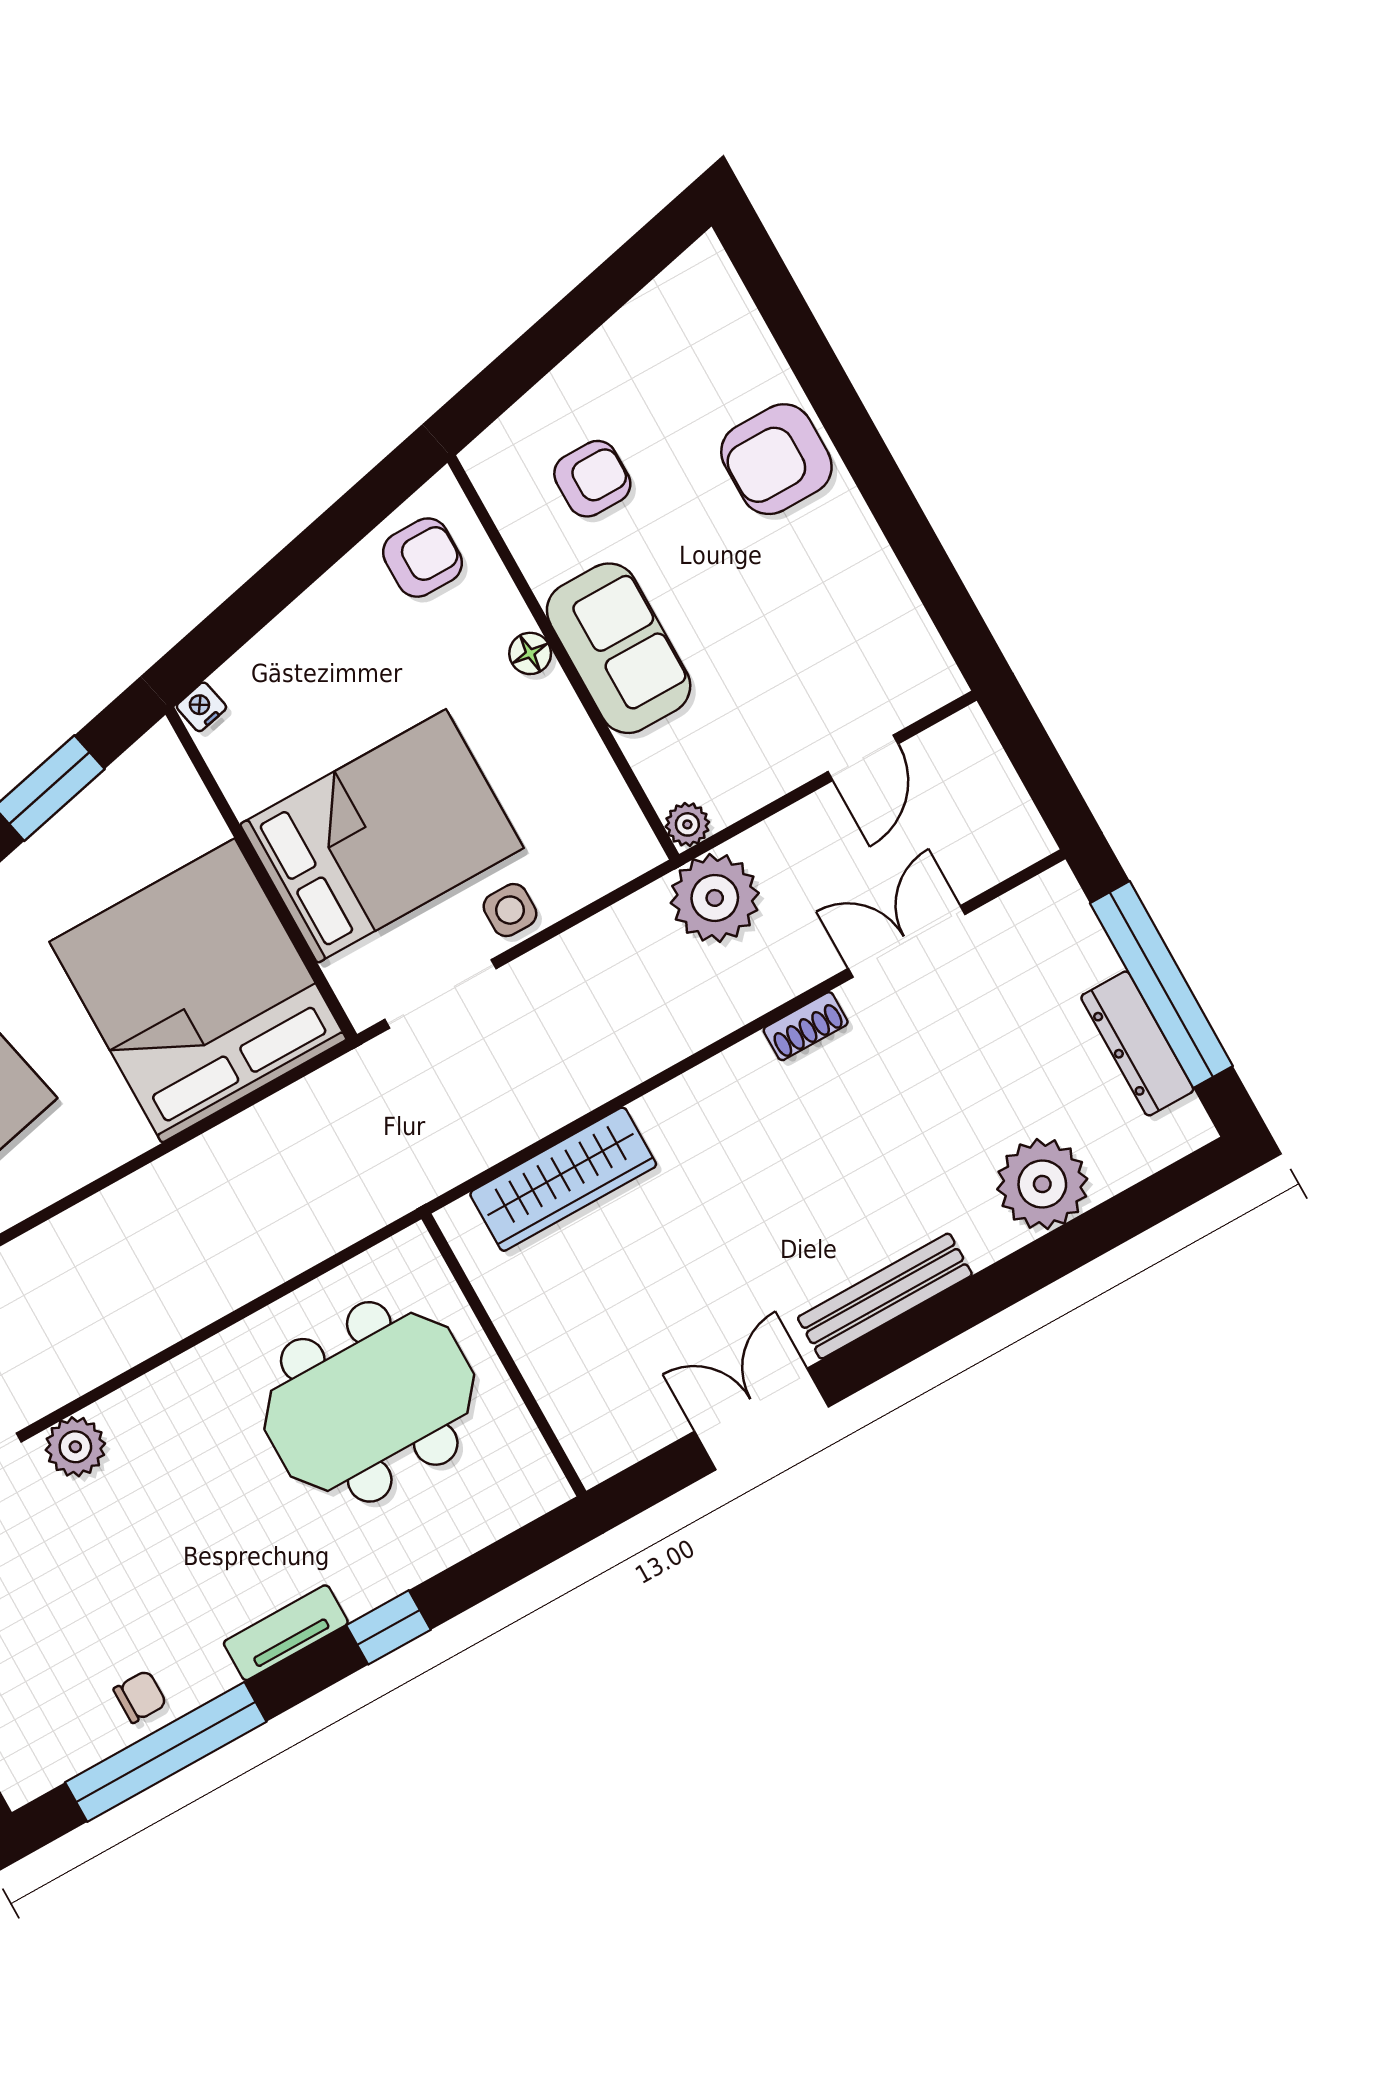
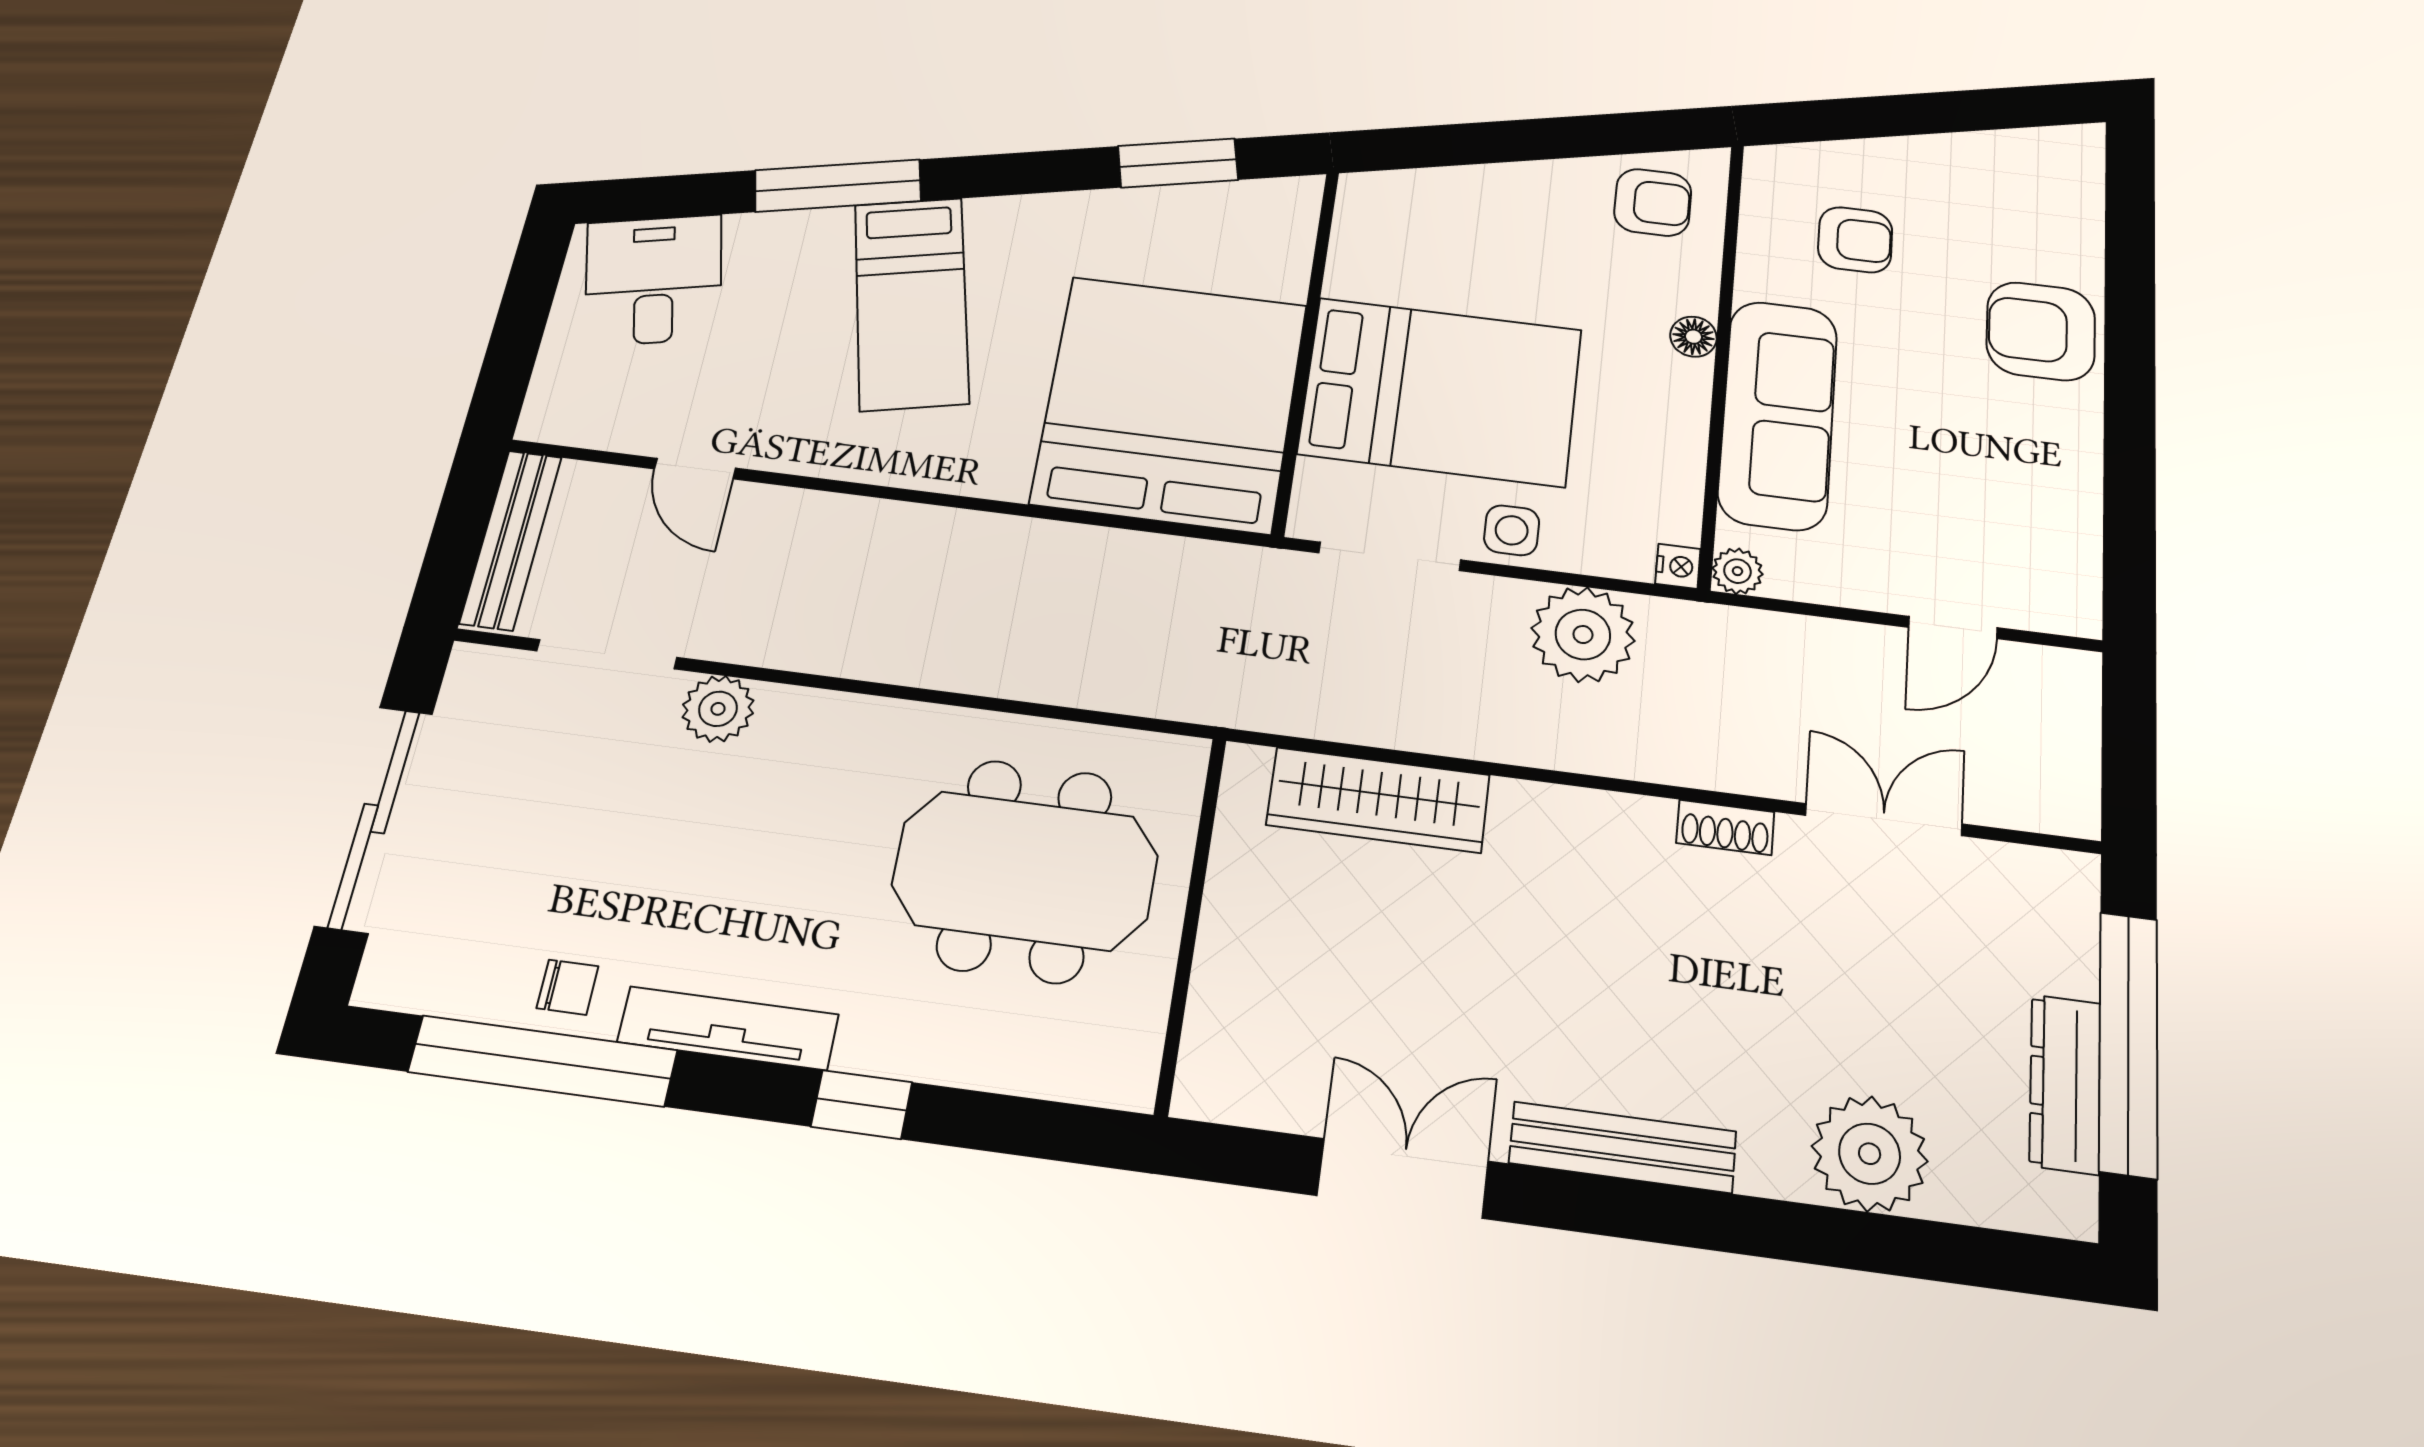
sofa: (619, 648) -> (1778, 414), width x1.36
nightstand: (201, 707) -> (1678, 566), moved, turned 103
plant: (715, 898) -> (1583, 634), moved
tv unit: (286, 1633) -> (728, 1028), width x1.41

